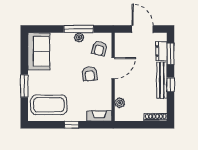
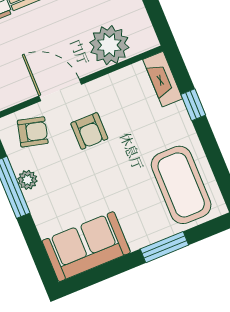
armchair: (90, 74) -> (89, 131), turned 95
plant: (120, 103) -> (109, 45), width x1.88, depth x1.88
window: (72, 125) -> (193, 105), moved

